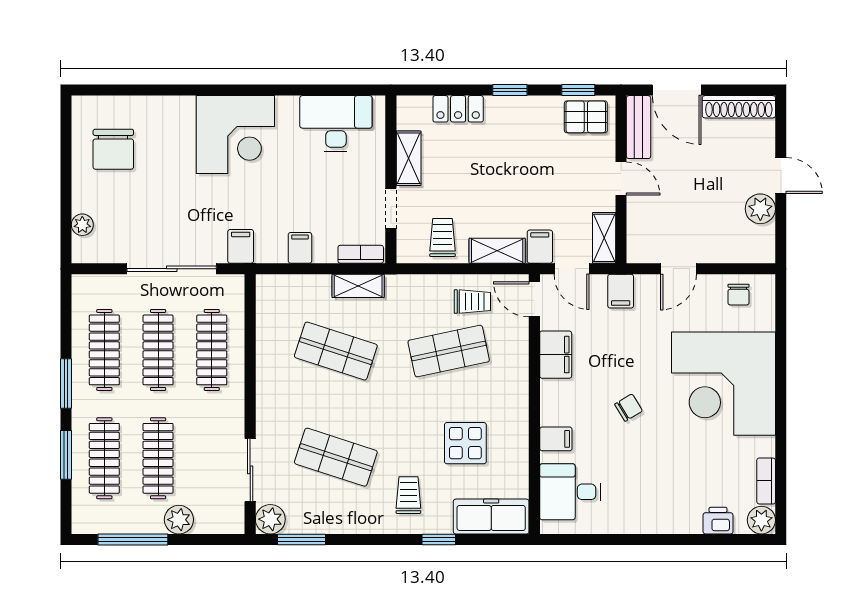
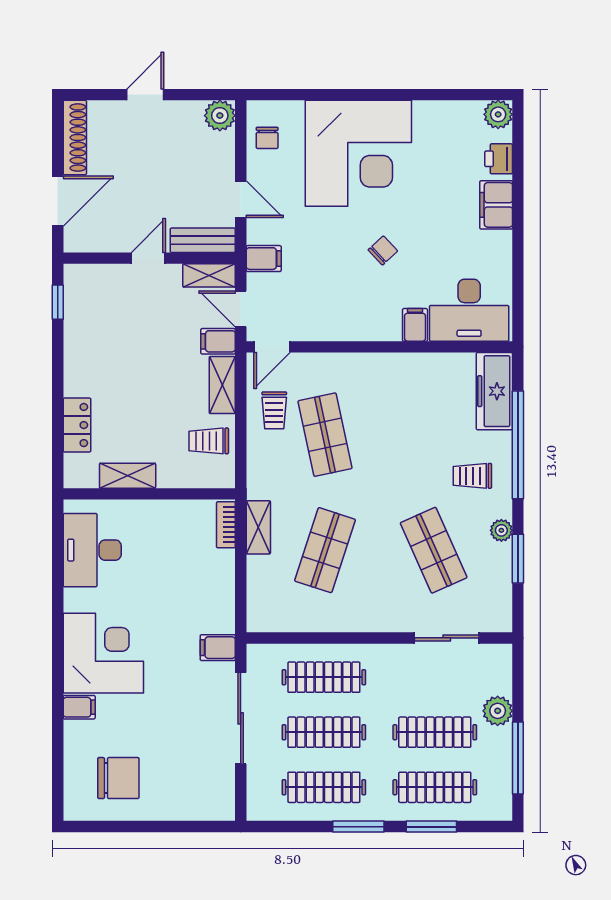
window: (510, 90) -> (58, 372), removed
pallet: (586, 117) -> (85, 294), removed
bench: (639, 127) -> (203, 240), moved
doorway: (391, 209) -> (179, 494), removed
plant: (760, 209) -> (220, 116), moved
plant: (82, 225) -> (196, 810), removed
filing cabinet: (300, 248) -> (79, 707), moved, turned 180
door: (572, 269) -> (241, 309), swing flipped
chair: (738, 295) -> (267, 138), turned 90
trolley: (472, 301) -> (274, 410), turned 180
filing cabinet: (556, 355) -> (496, 205), moved, turned -90
chair: (629, 408) -> (383, 250), turned 78
display table: (465, 443) -> (419, 418), removed
shop shelf: (336, 457) -> (434, 550), turned -42
bookcase: (766, 481) -> (458, 110), removed
desk: (570, 492) -> (469, 310), width x1.37
plant: (270, 519) -> (501, 530), moved, width x0.73, depth x0.73
window: (301, 539) -> (518, 559), moved
window: (439, 539) -> (518, 445), width x3.17

